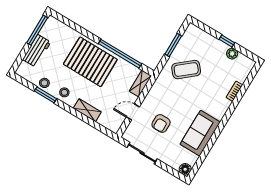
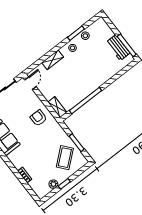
workbench: (37, 51) -> (118, 48), moved
pallet: (90, 62) -> (88, 76), removed
coffee table: (186, 70) -> (65, 158), moved
door: (133, 112) -> (30, 83), moved
armchair: (161, 123) -> (39, 118), moved

